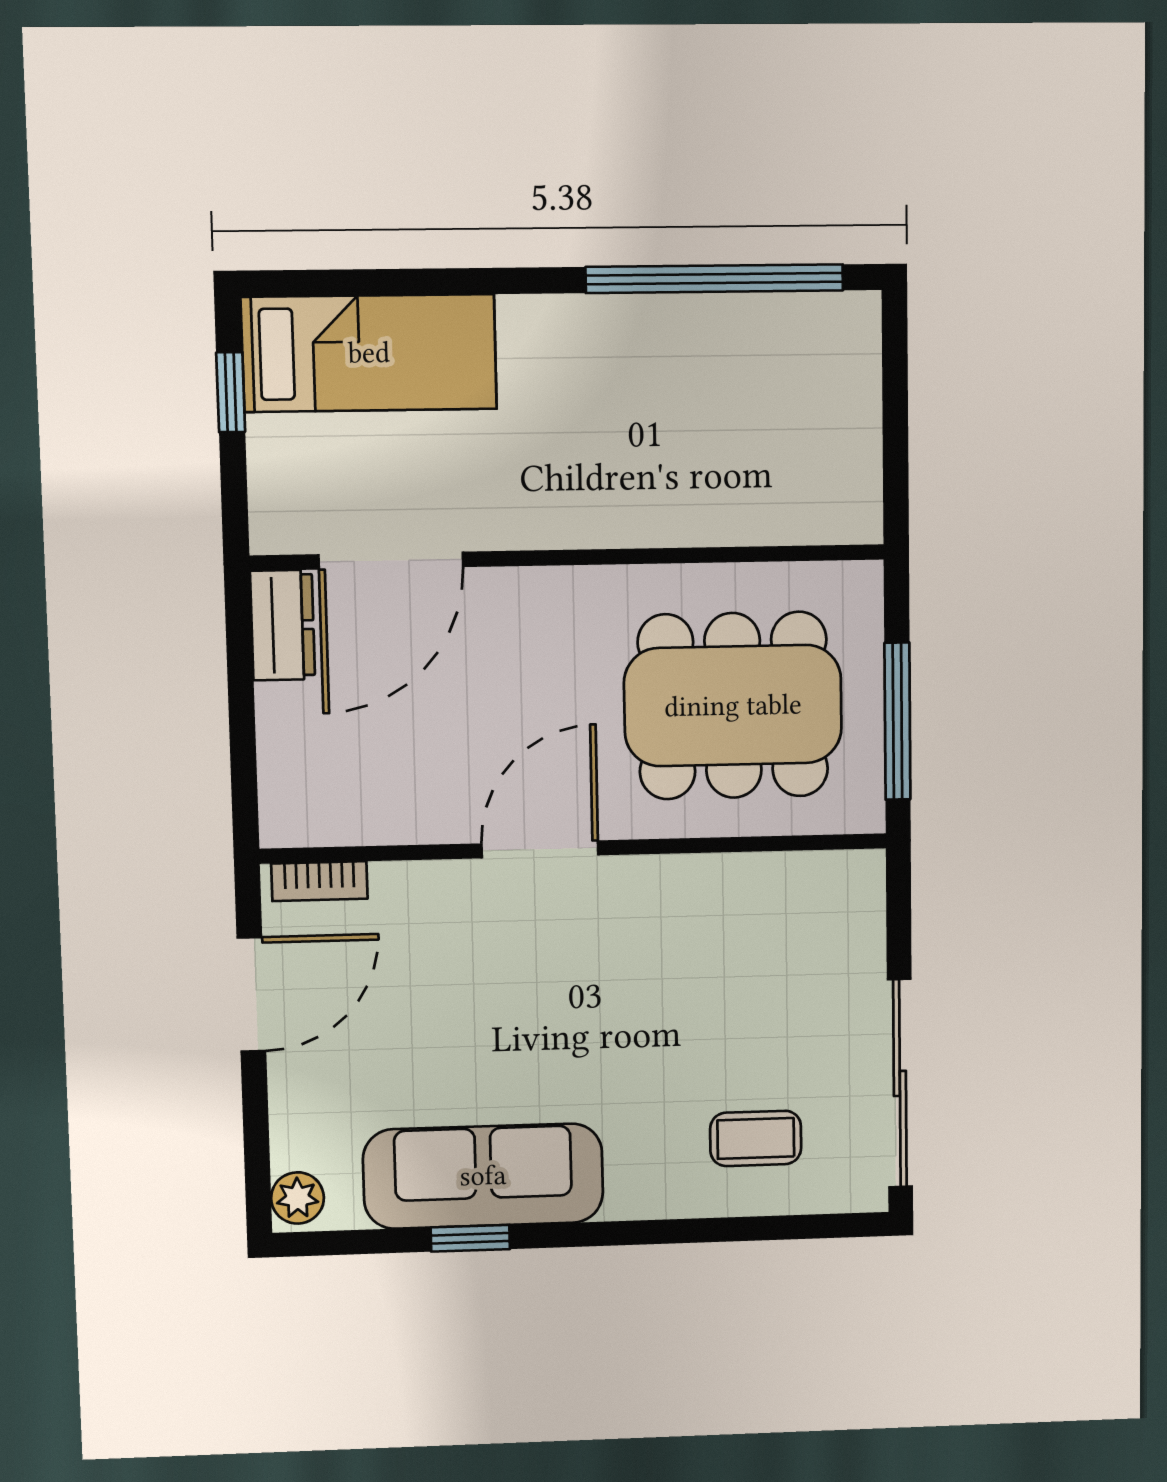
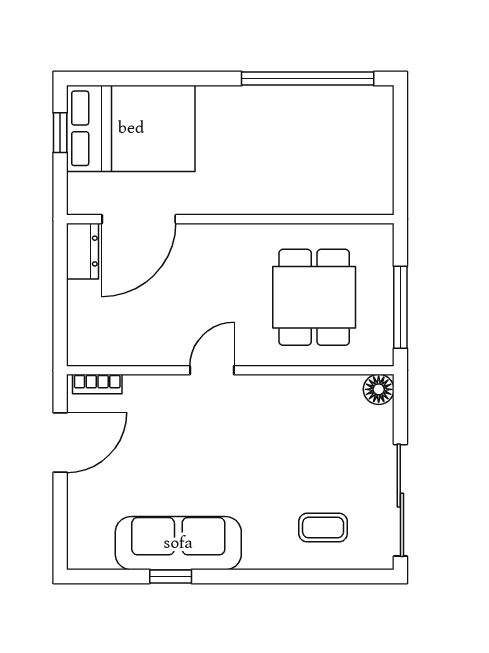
bed: (369, 353) -> (131, 128), width x1.50
dining table: (733, 706) -> (314, 297), width x0.73
door: (540, 849) -> (212, 370), width x0.73
floor lamp: (857, 878) -> (379, 389), added
plant: (297, 1198) -> (81, 552), removed

